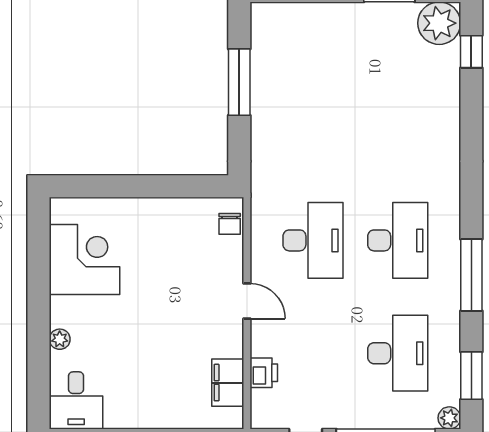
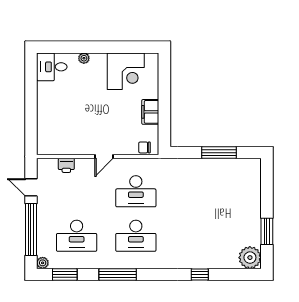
window: (471, 52) -> (200, 274), moved
filing cabinet: (228, 383) -> (150, 112), moved, turned -90

